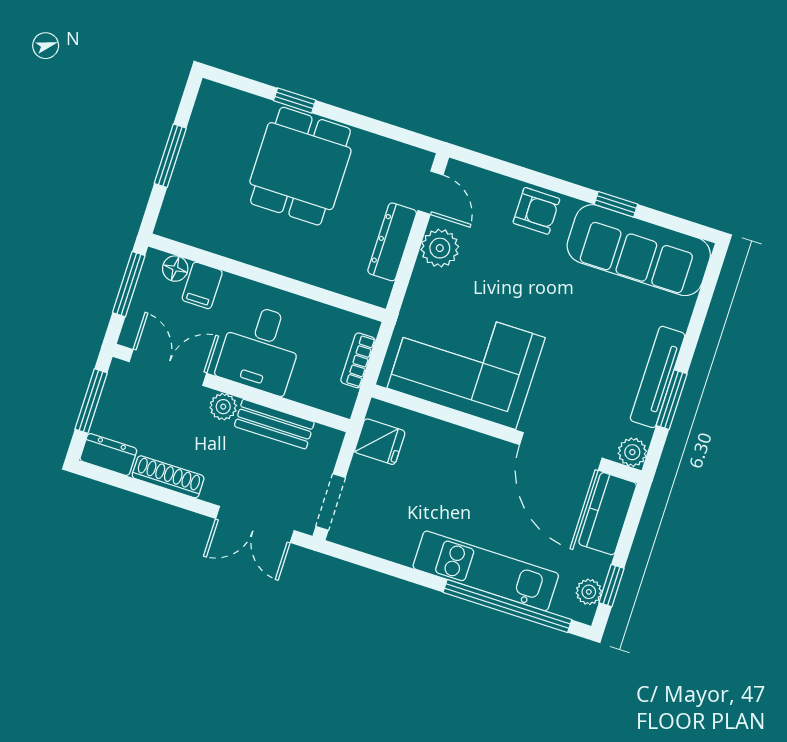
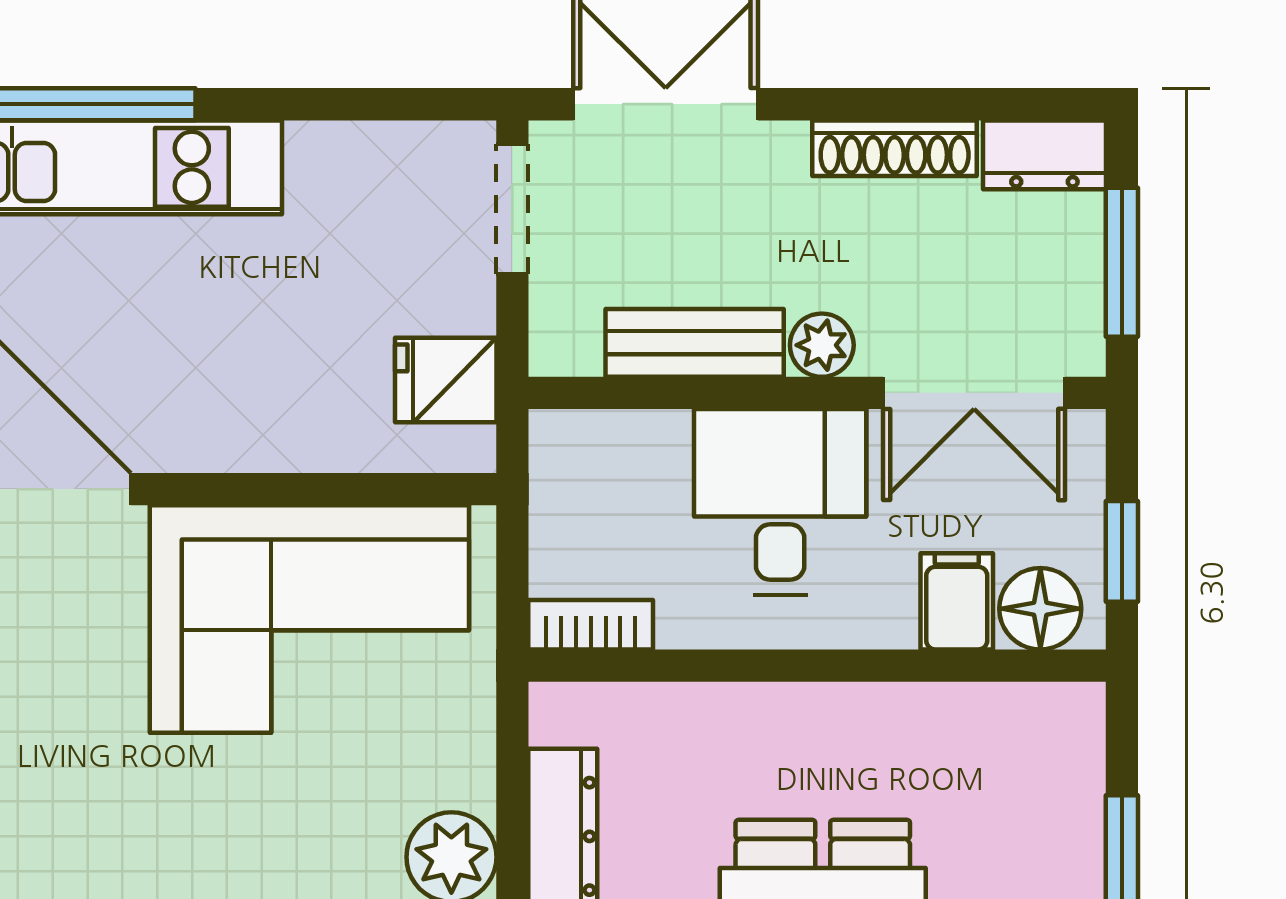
floor lamp: (175, 269) -> (1040, 609), width x1.37, depth x1.37
window: (129, 284) -> (1122, 551), width x0.67
bookcase: (358, 360) -> (591, 625), moved, turned -90

